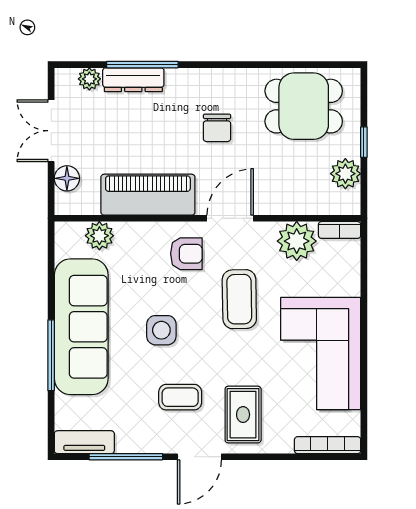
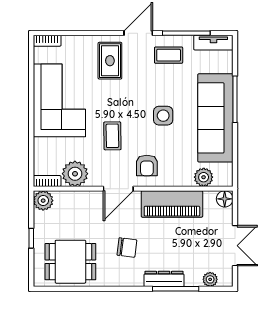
dresser: (133, 80) -> (164, 279), moved
chair: (217, 128) -> (127, 248), turned 97
plant: (345, 174) -> (43, 201), moved
floor lamp: (67, 178) -> (225, 199), moved
armchair: (186, 254) -> (147, 165), turned -90
coffee table: (239, 299) -> (112, 136), width x0.73, depth x0.77
coffee table: (180, 397) -> (169, 55), moved
bookcase: (328, 445) -> (47, 41), width x0.64

